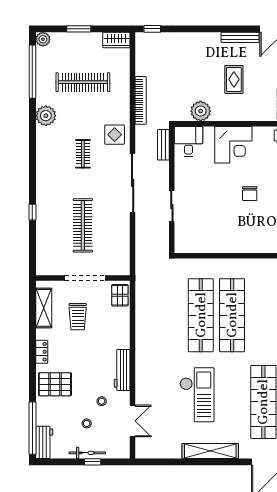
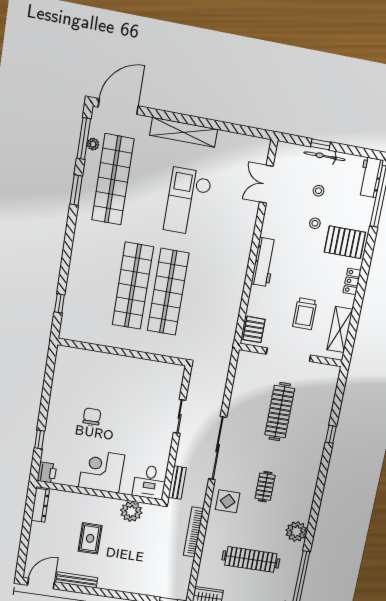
trolley: (78, 317) -> (305, 314), turned 180
workbench: (122, 370) -> (264, 262), moved
stool: (102, 401) -> (315, 223), moved

